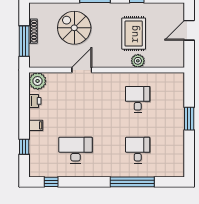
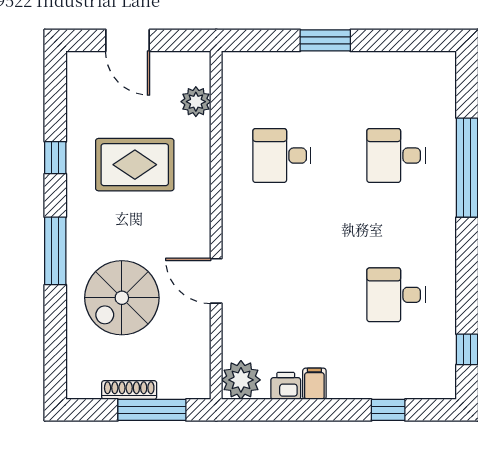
plant: (138, 61) -> (196, 102), moved
filing cabinet: (36, 125) -> (314, 384), moved
desk: (76, 150) -> (396, 295), width x0.73

